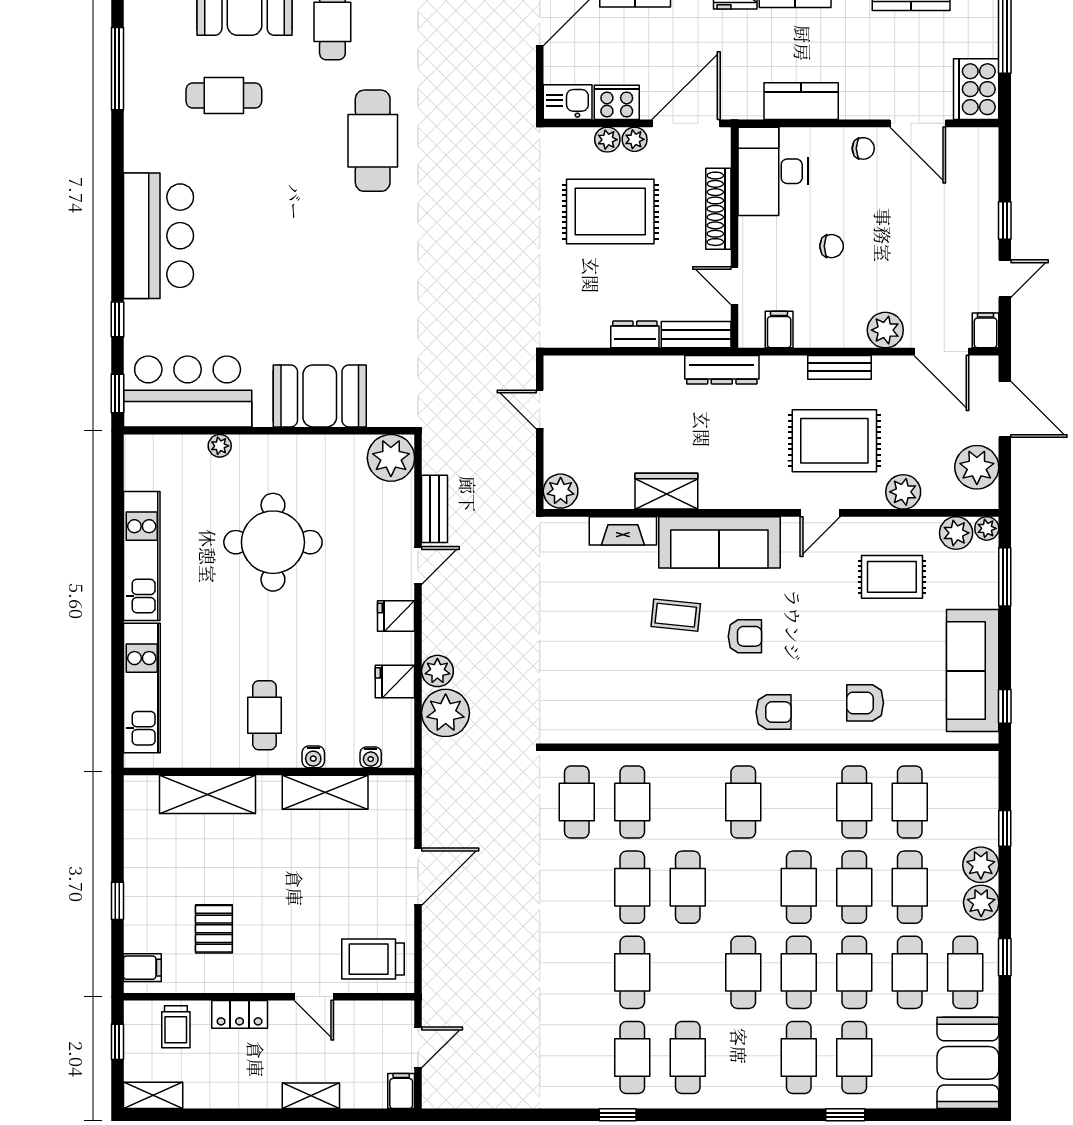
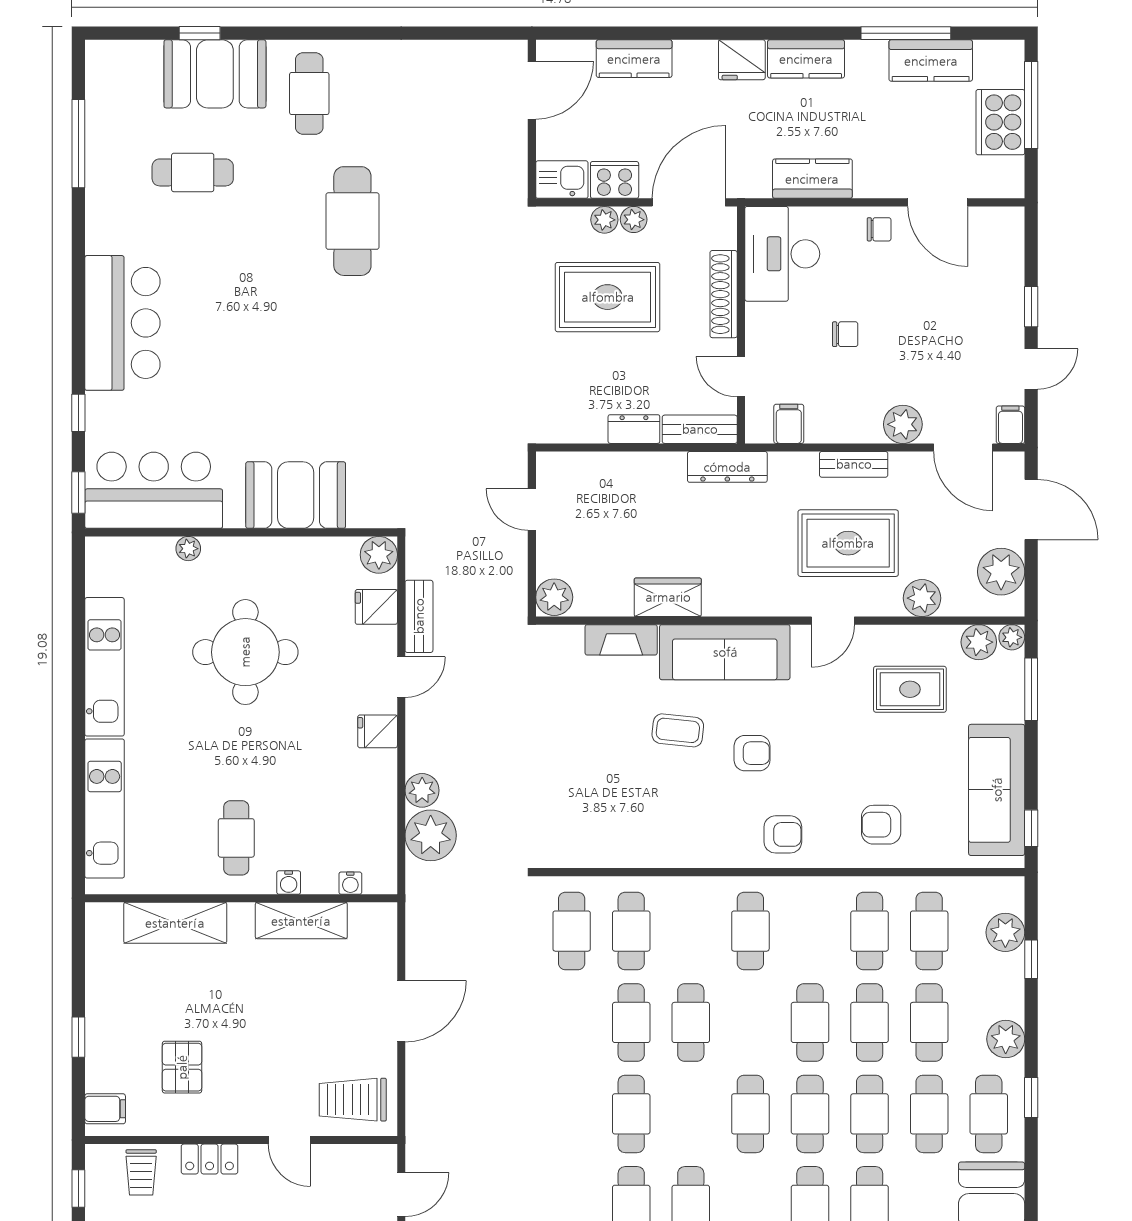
cooker: (976, 89) -> (1000, 122), moved
plant: (391, 458) -> (379, 555), width x0.73, depth x0.73
fridge: (395, 681) -> (376, 607), moved
plant: (981, 865) -> (1005, 932), moved

